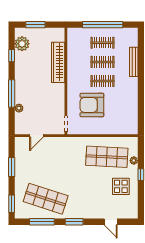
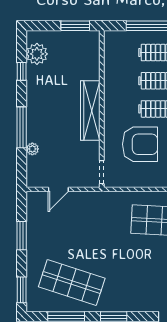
window: (35, 25) -> (75, 26), moved
wardrobe: (58, 62) -> (90, 110), moved
armchair: (92, 105) -> (140, 144), turned 180

